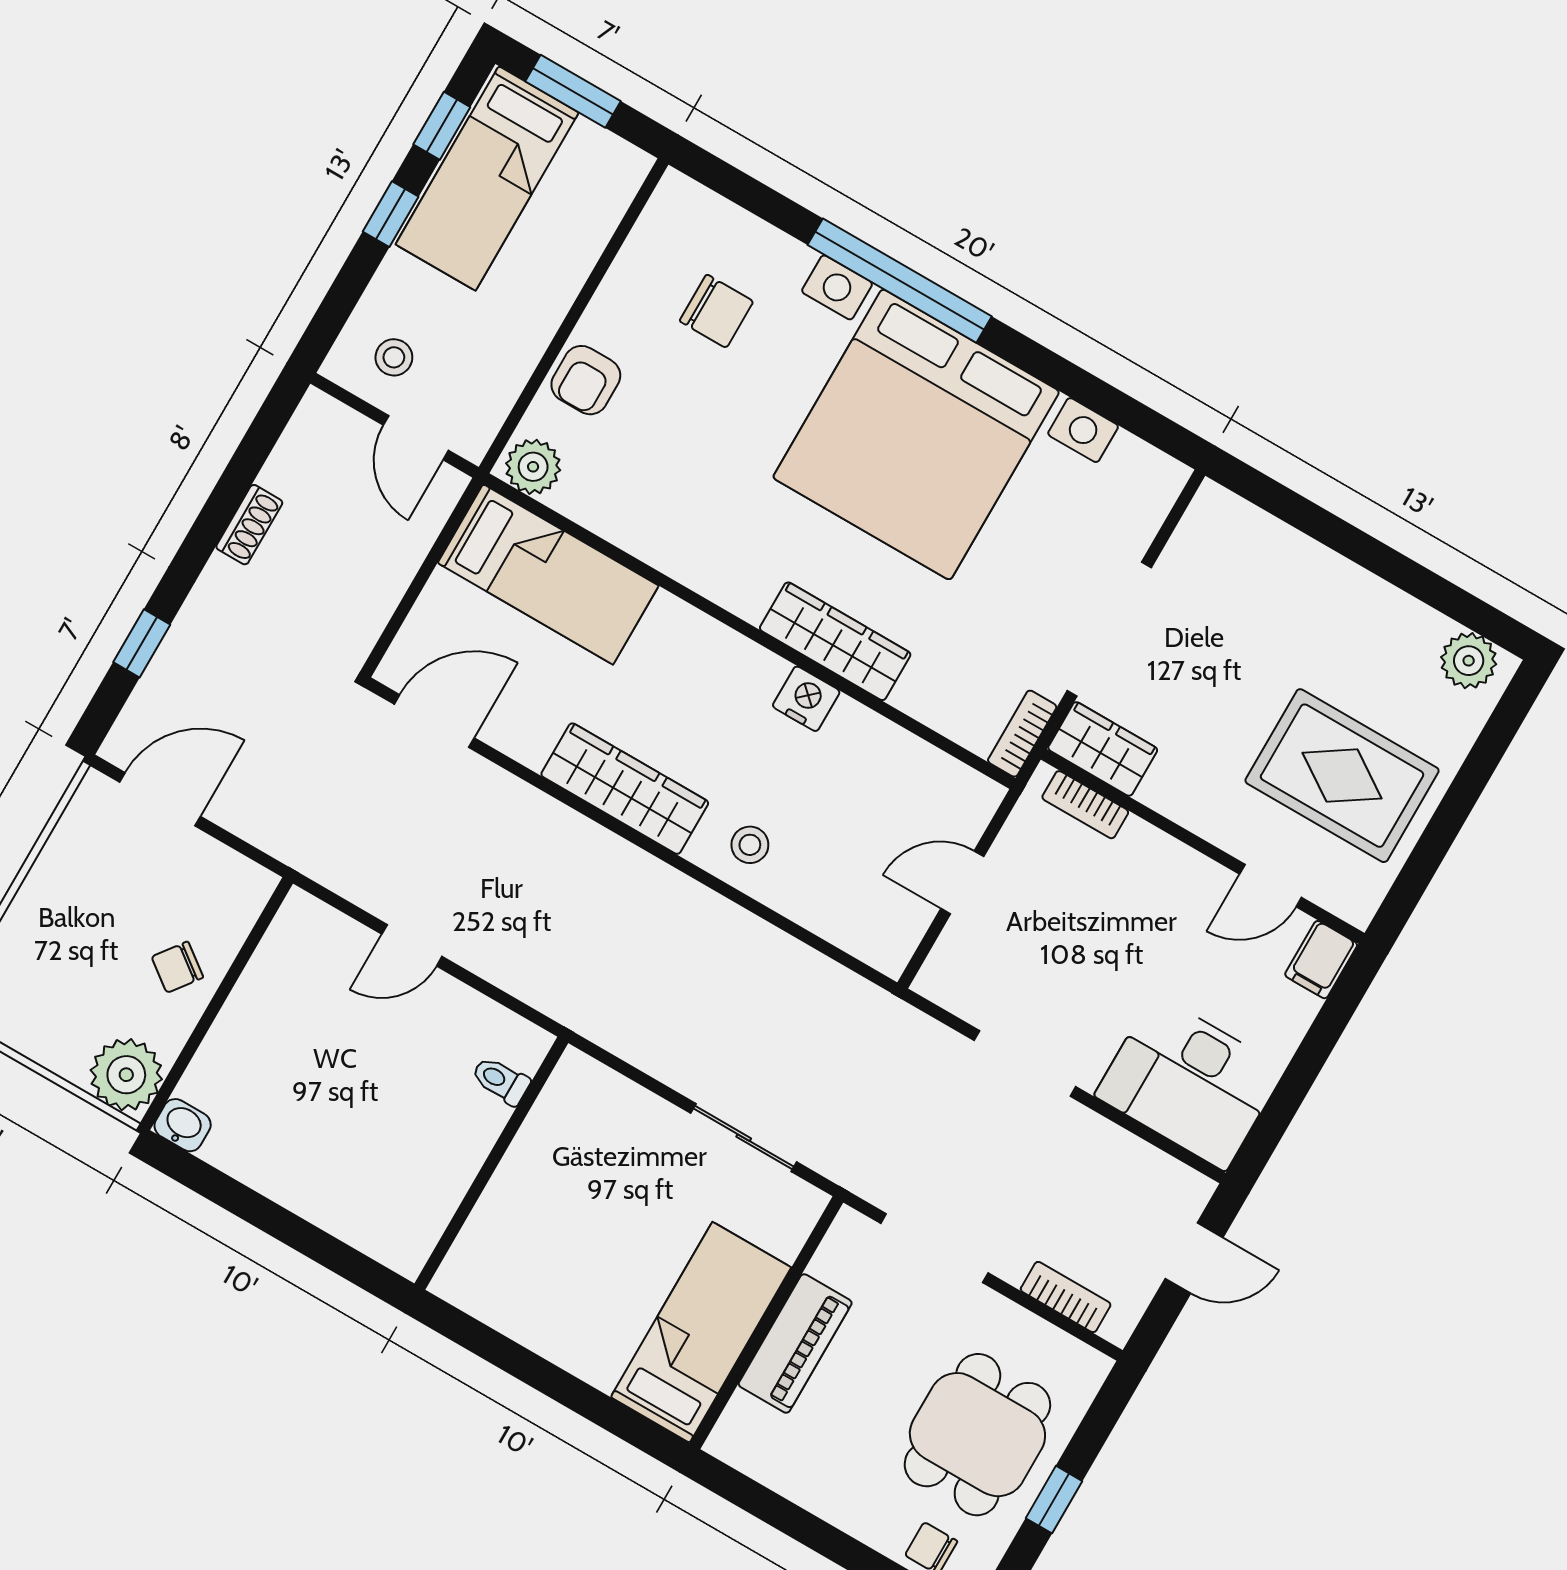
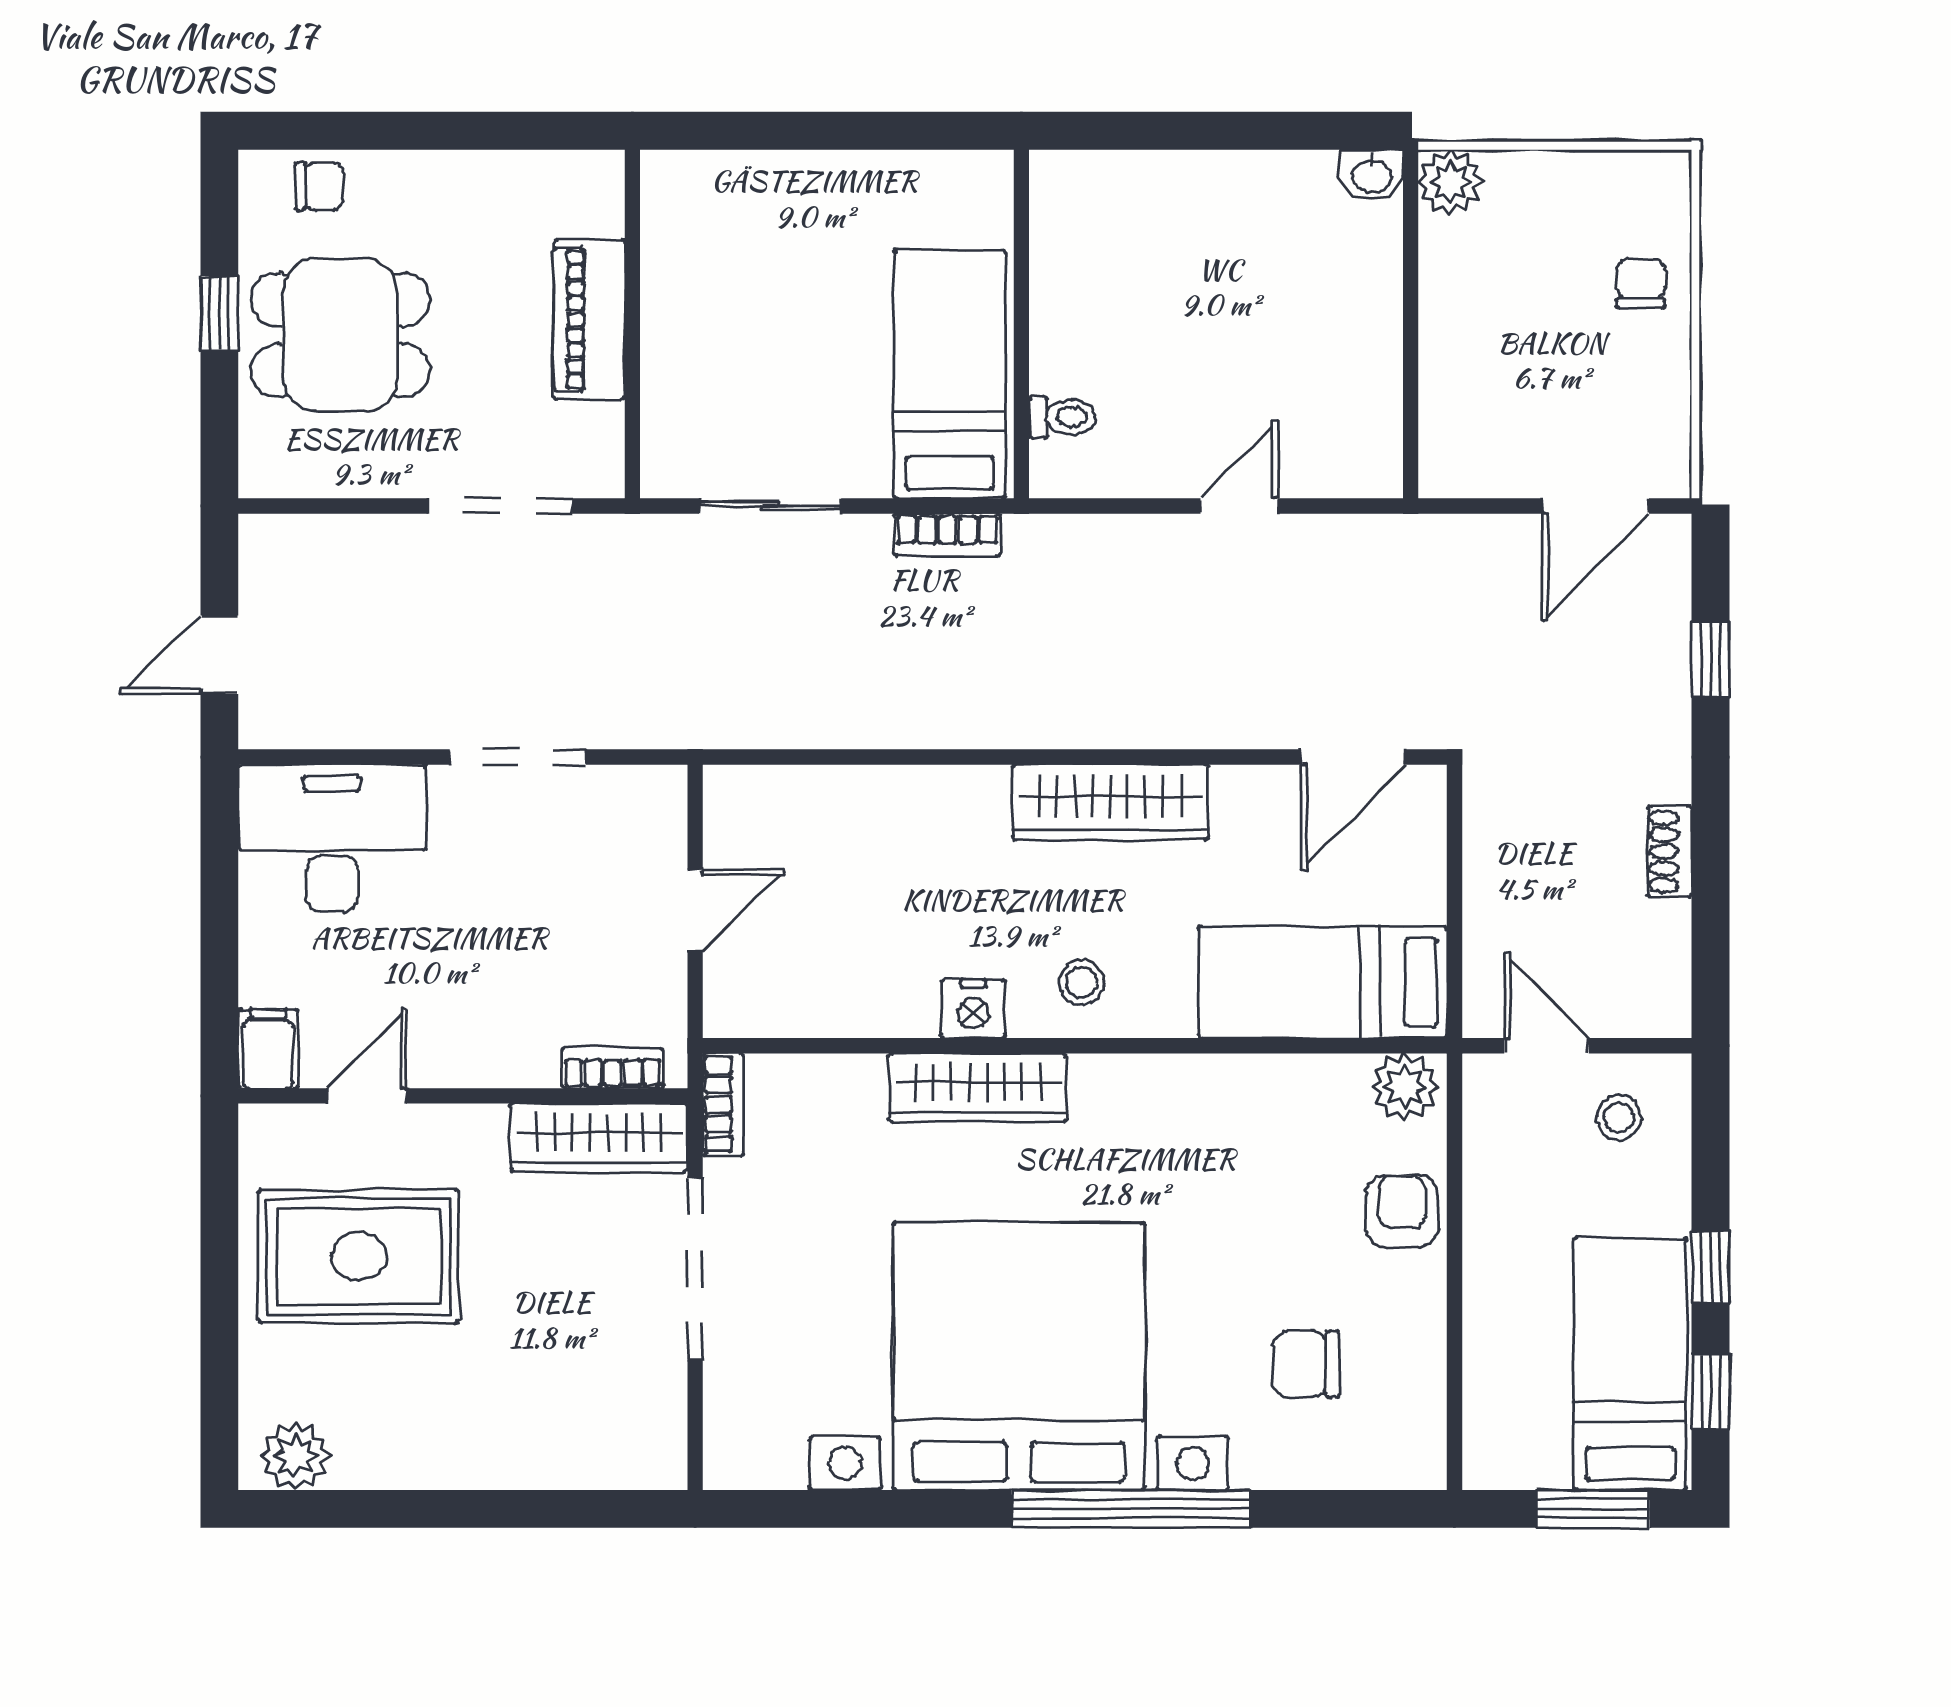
wardrobe: (1103, 749) -> (599, 1138), width x1.50
stool: (750, 845) -> (1082, 982), moved
chair: (177, 967) -> (1641, 284), moved, turned -37
plant: (126, 1075) -> (1450, 182), width x0.73, depth x0.73
bookcase: (1066, 1297) -> (947, 535), moved
bed: (701, 1332) -> (949, 374), moved, turned 180
dining table: (977, 1435) -> (340, 335), turned 90

